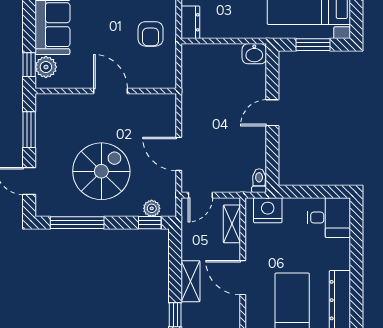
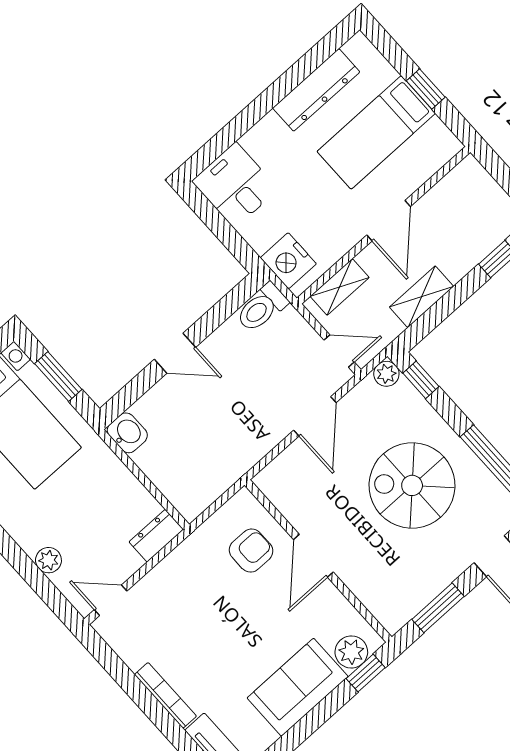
armchair: (151, 34) -> (251, 551), moved
toilet: (259, 181) -> (262, 308), width x1.37, depth x1.39
plant: (152, 208) -> (386, 374), moved
shelving: (190, 281) -> (422, 297), moved

